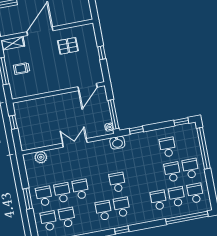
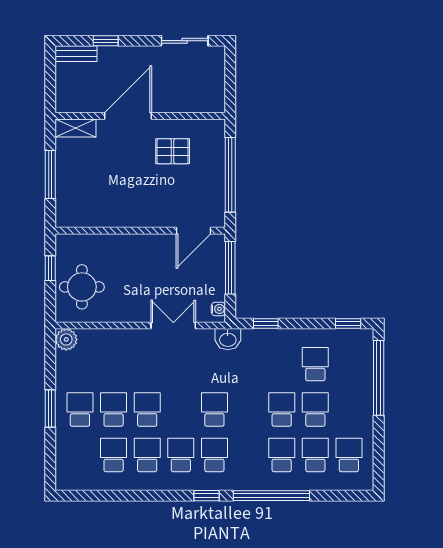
window: (102, 53) -> (230, 175), width x3.17
trolley: (22, 69) -> (83, 176), removed
window: (113, 114) -> (230, 268), moved
round table: (32, 129) -> (82, 287), added
double door: (75, 143) -> (173, 326), moved
plant: (41, 157) -> (66, 339), moved
school desk: (191, 168) -> (282, 410), moved
window: (187, 218) -> (271, 496), moved
school desk: (49, 221) -> (147, 455), moved

